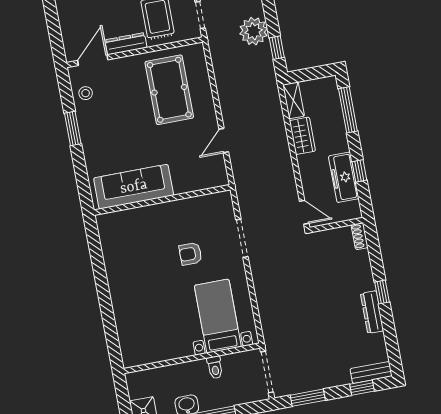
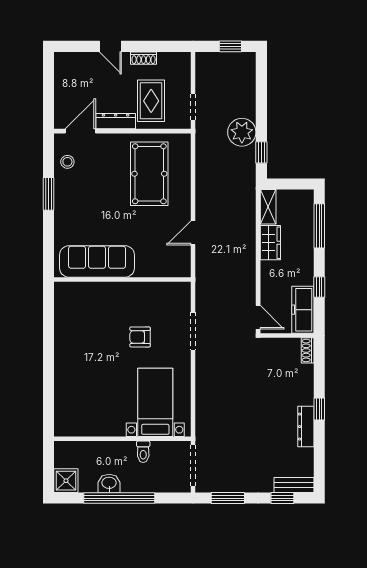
freezer: (344, 177) -> (303, 310), moved

